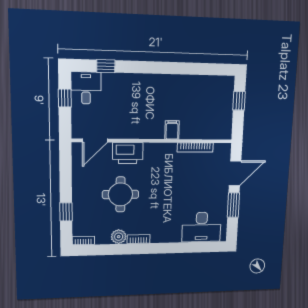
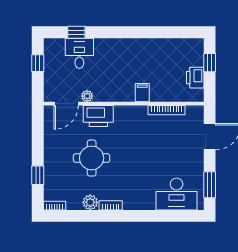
desk: (86, 88) -> (79, 53), moved
printer: (224, 116) -> (195, 78), added
plant: (117, 133) -> (87, 96), added
window: (233, 205) -> (210, 185), moved

